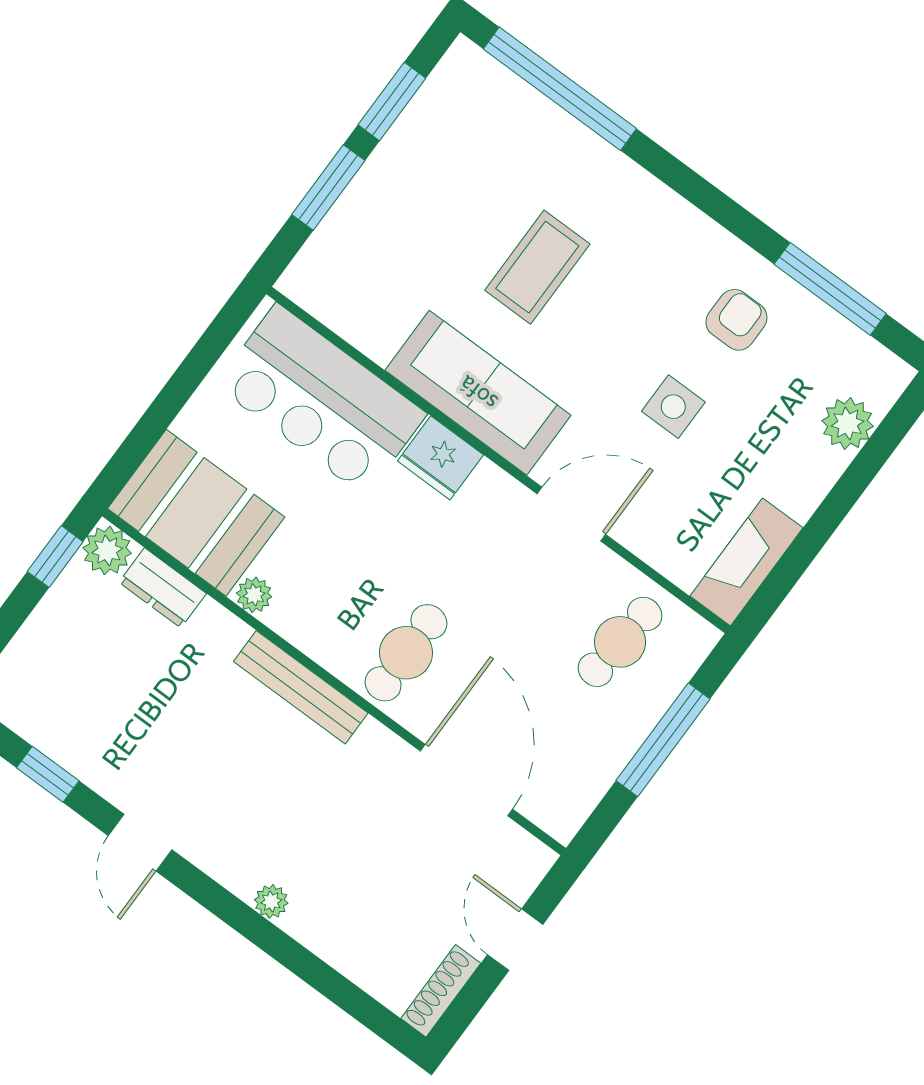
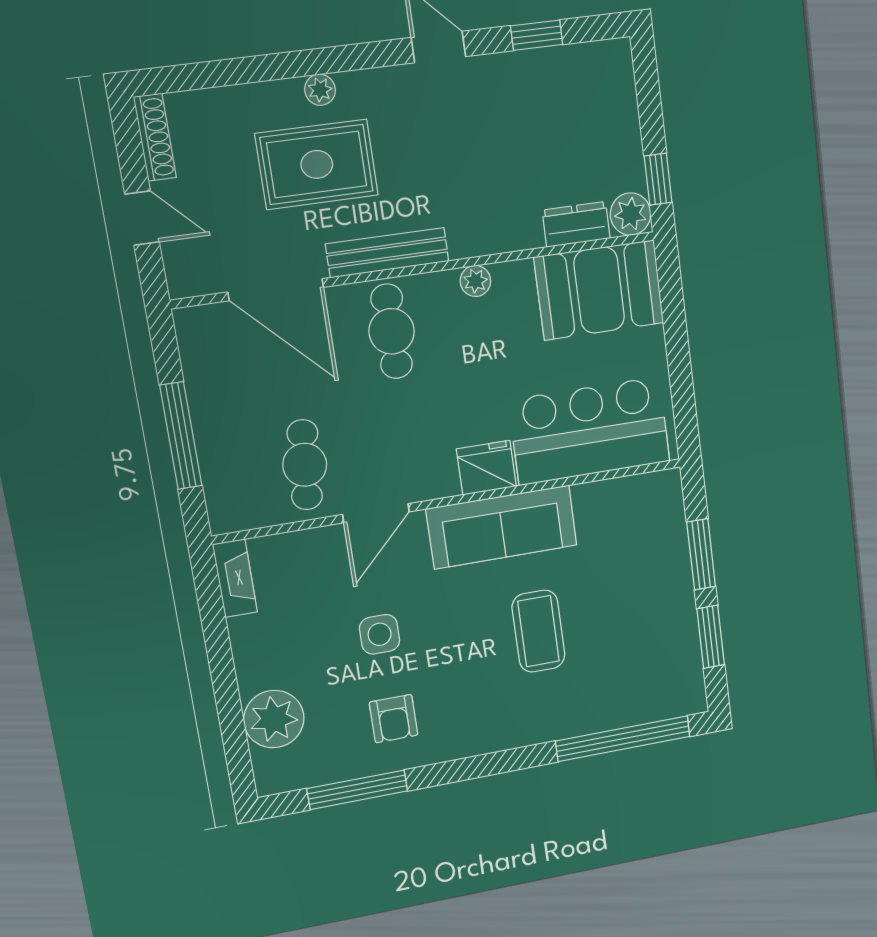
plant: (848, 424) -> (274, 719), width x1.36, depth x1.36
fireplace: (746, 562) -> (235, 578), width x0.73, depth x0.76
plant: (254, 595) -> (475, 281), moved
cafe table: (620, 642) -> (305, 465), moved
bench: (301, 687) -> (387, 253), moved
rug: (333, 846) -> (317, 164), added

